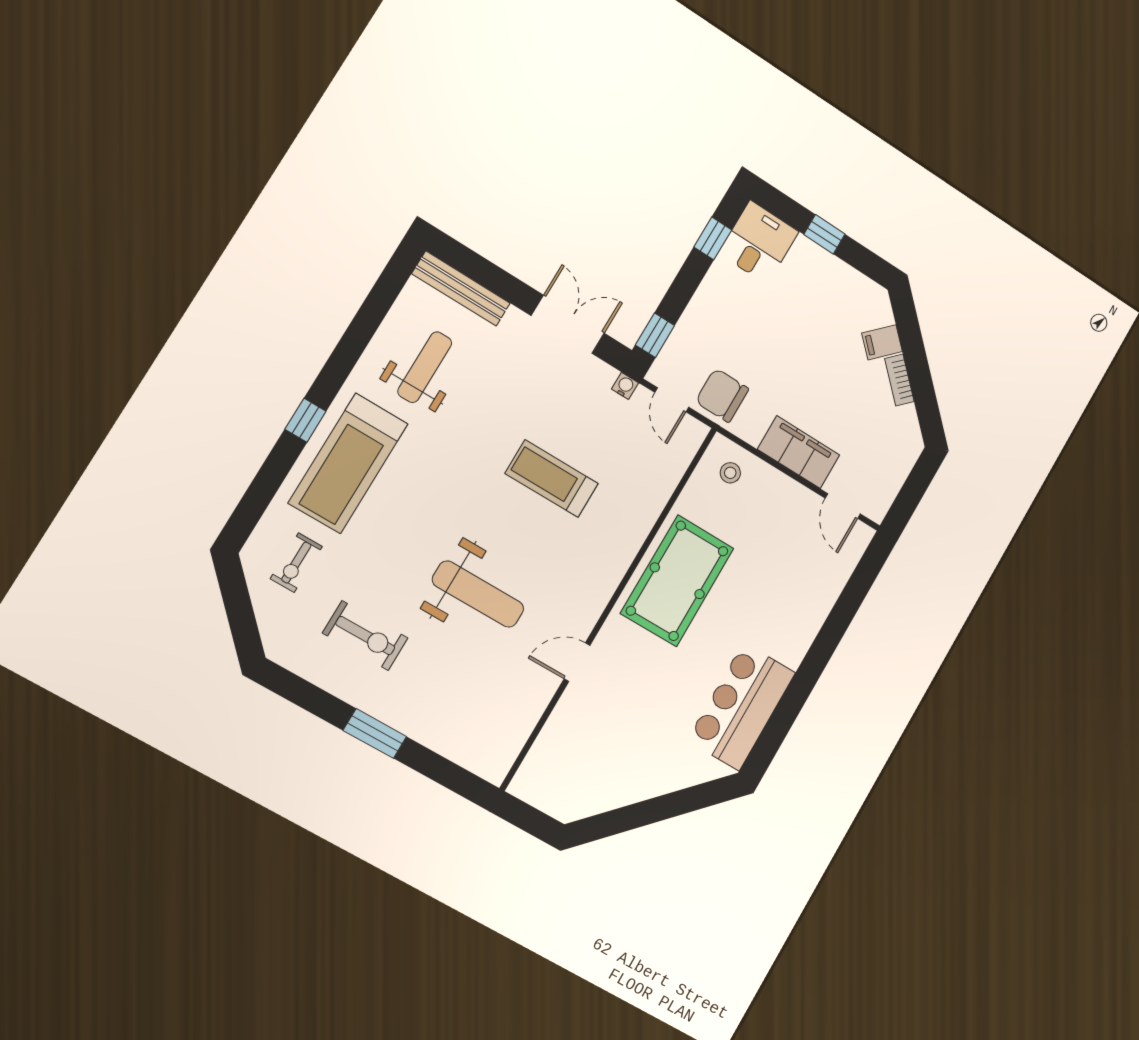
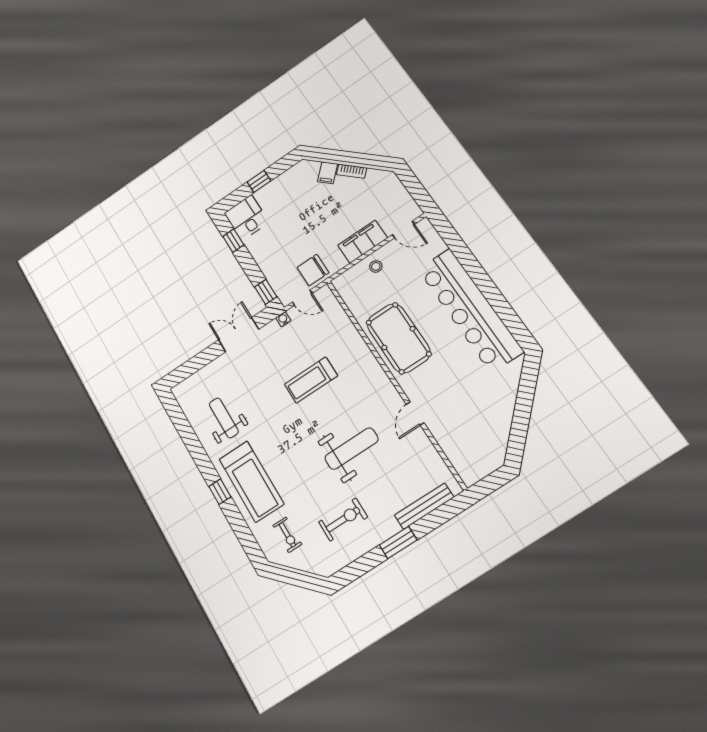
bench: (461, 289) -> (424, 506), moved
stool: (730, 473) -> (376, 266), moved
bar counter: (741, 706) -> (470, 310), width x1.86

